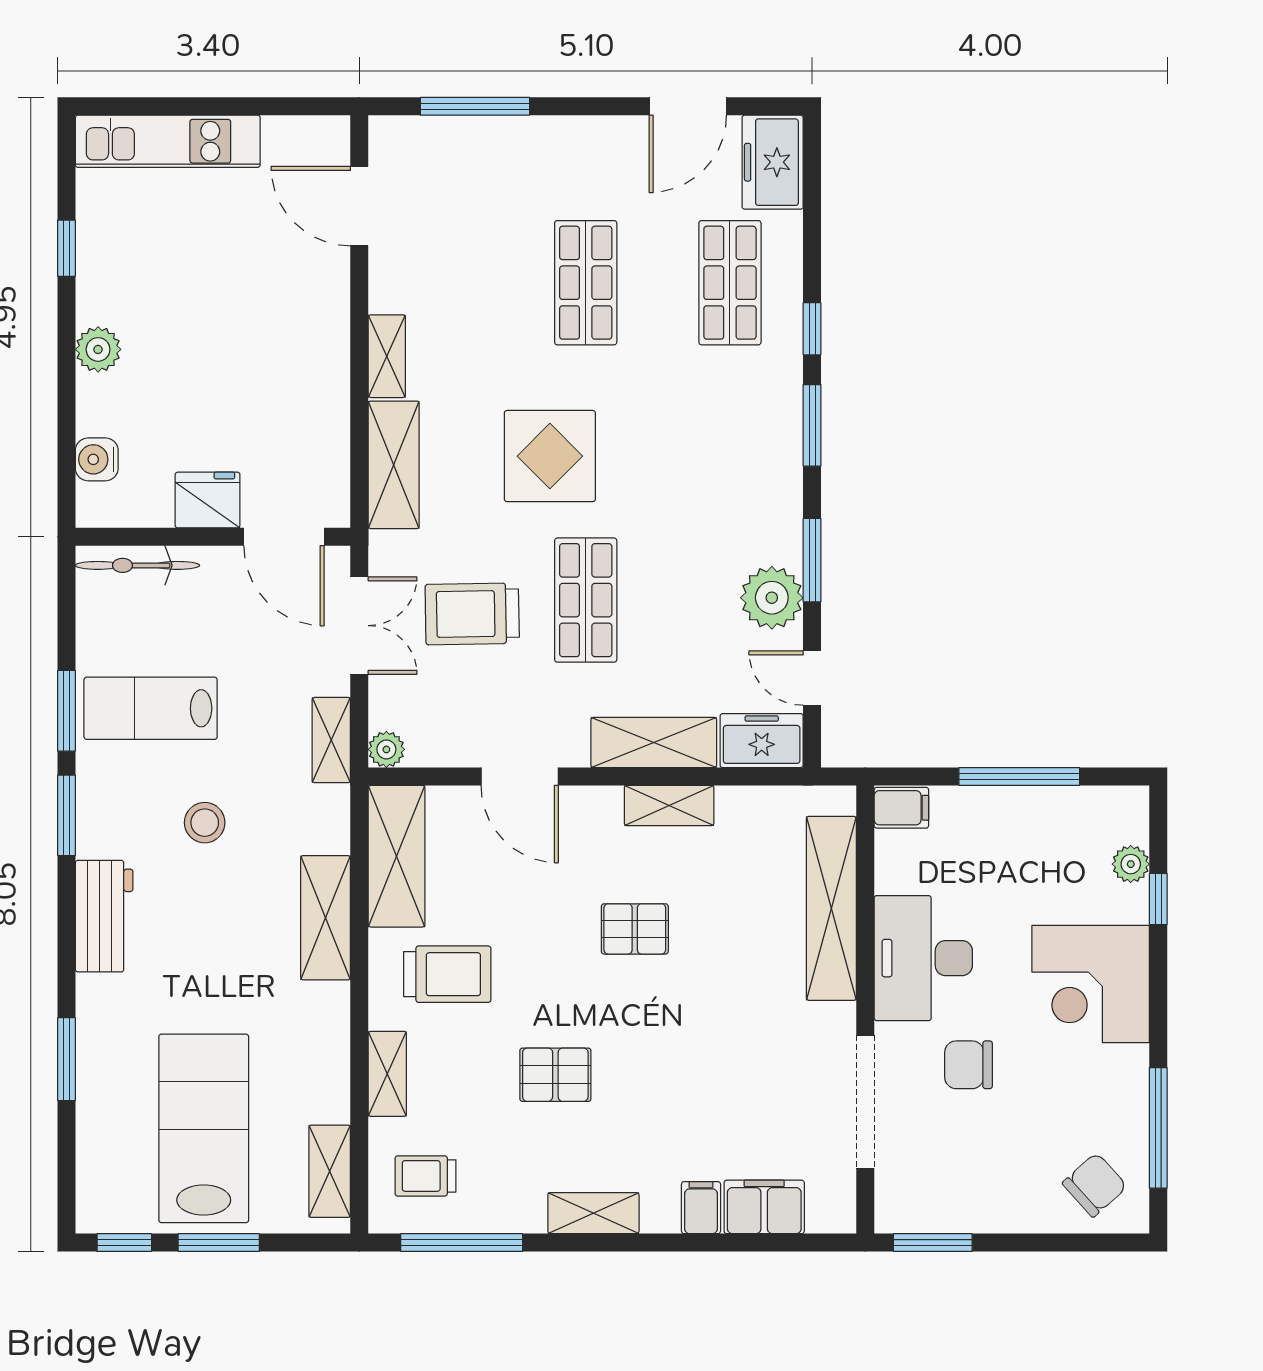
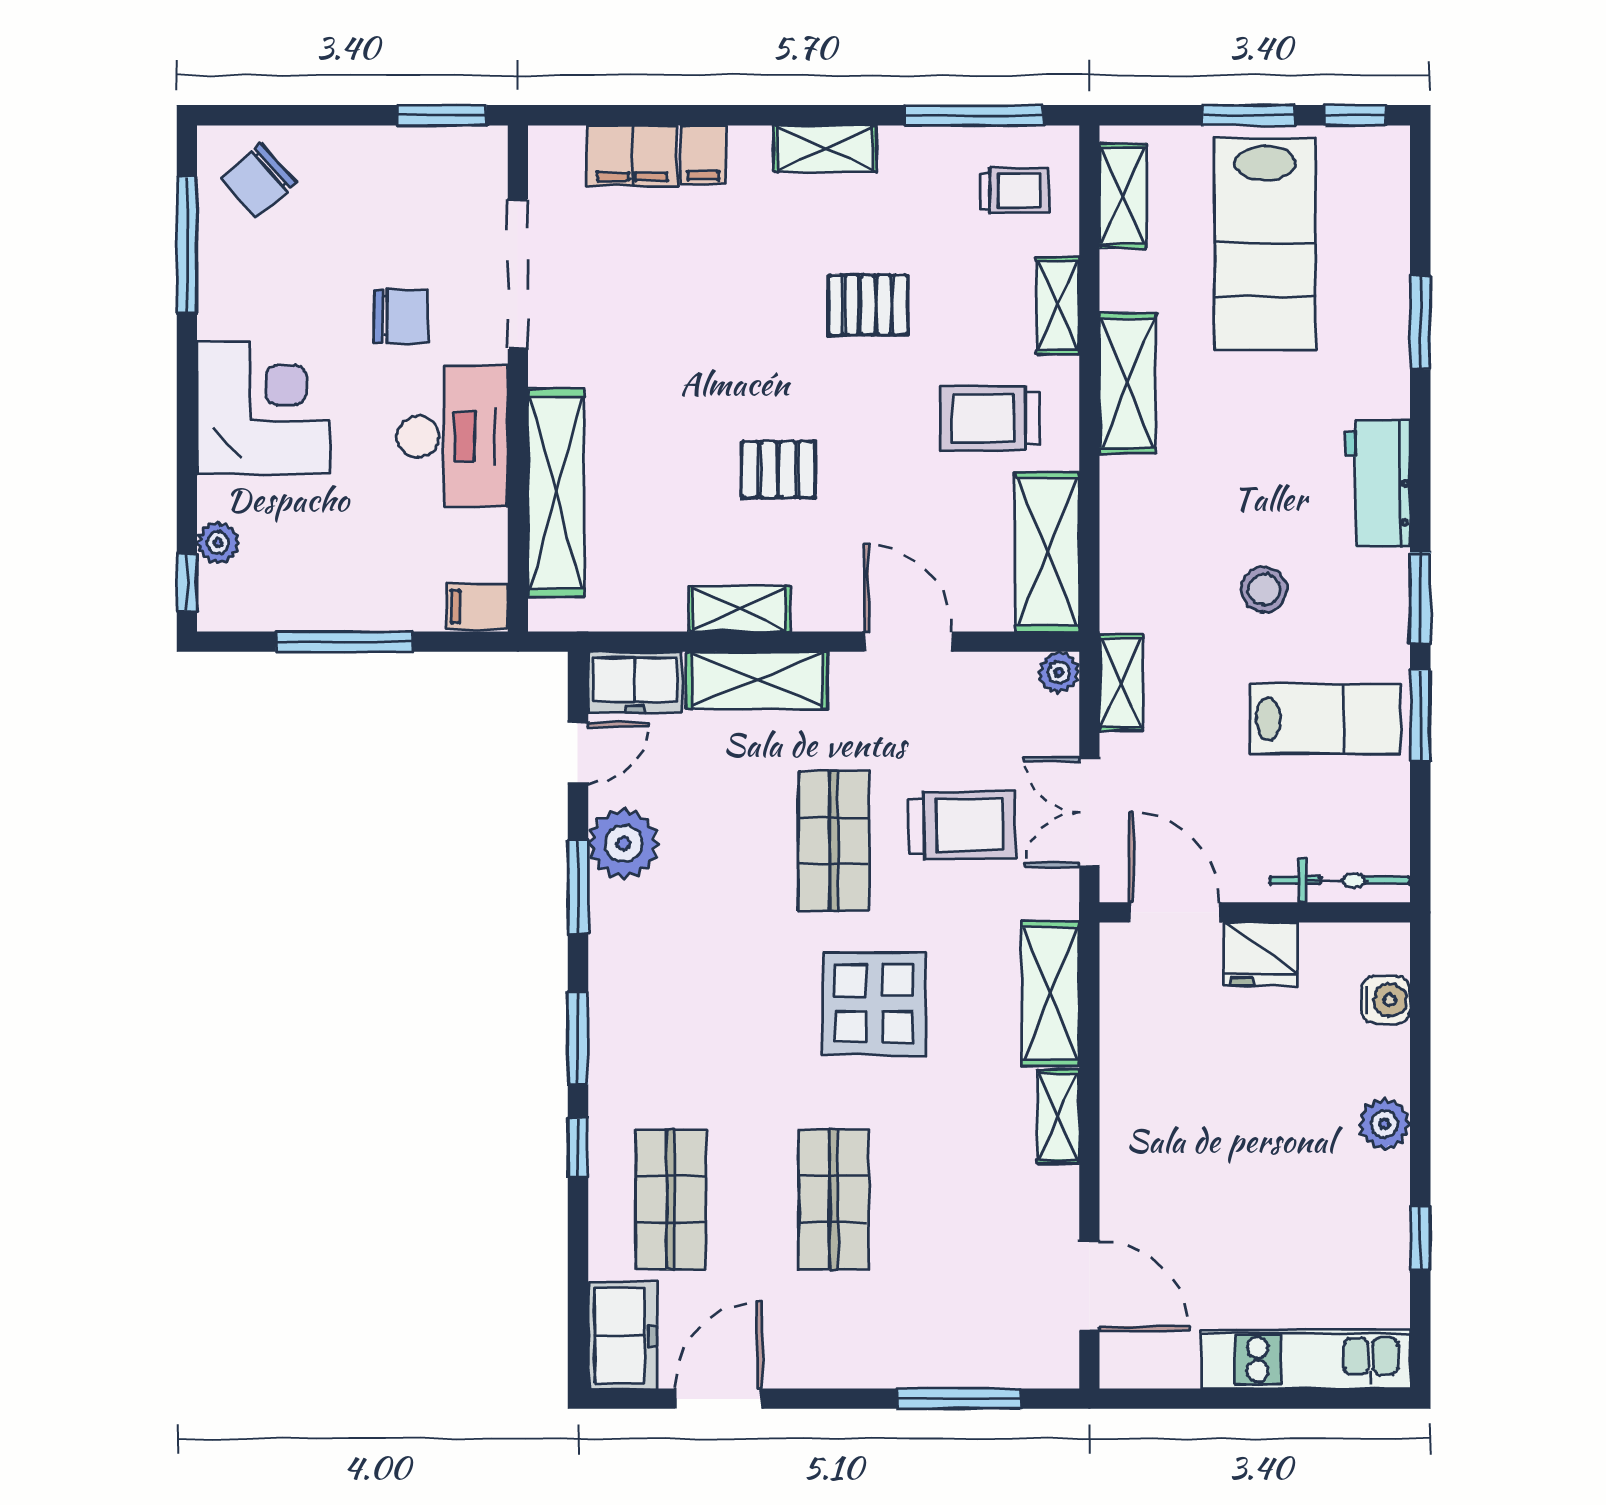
door: (812, 678) -> (578, 753), hinge flipped
window: (1158, 899) -> (187, 582), moved
shelving: (326, 918) -> (1127, 383), moved

